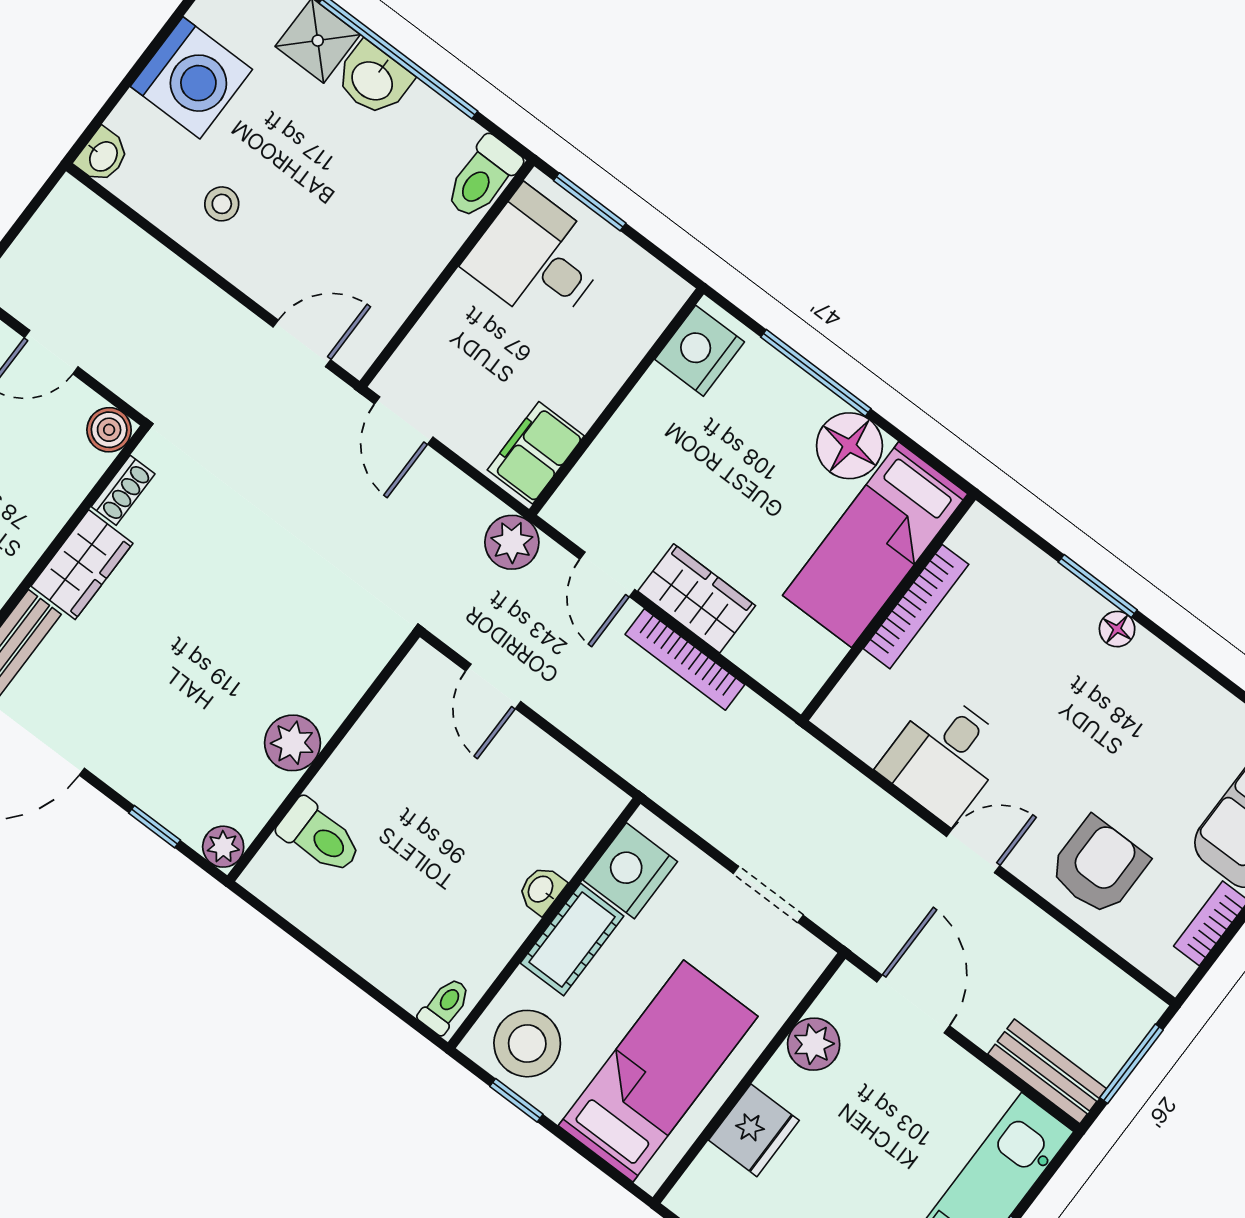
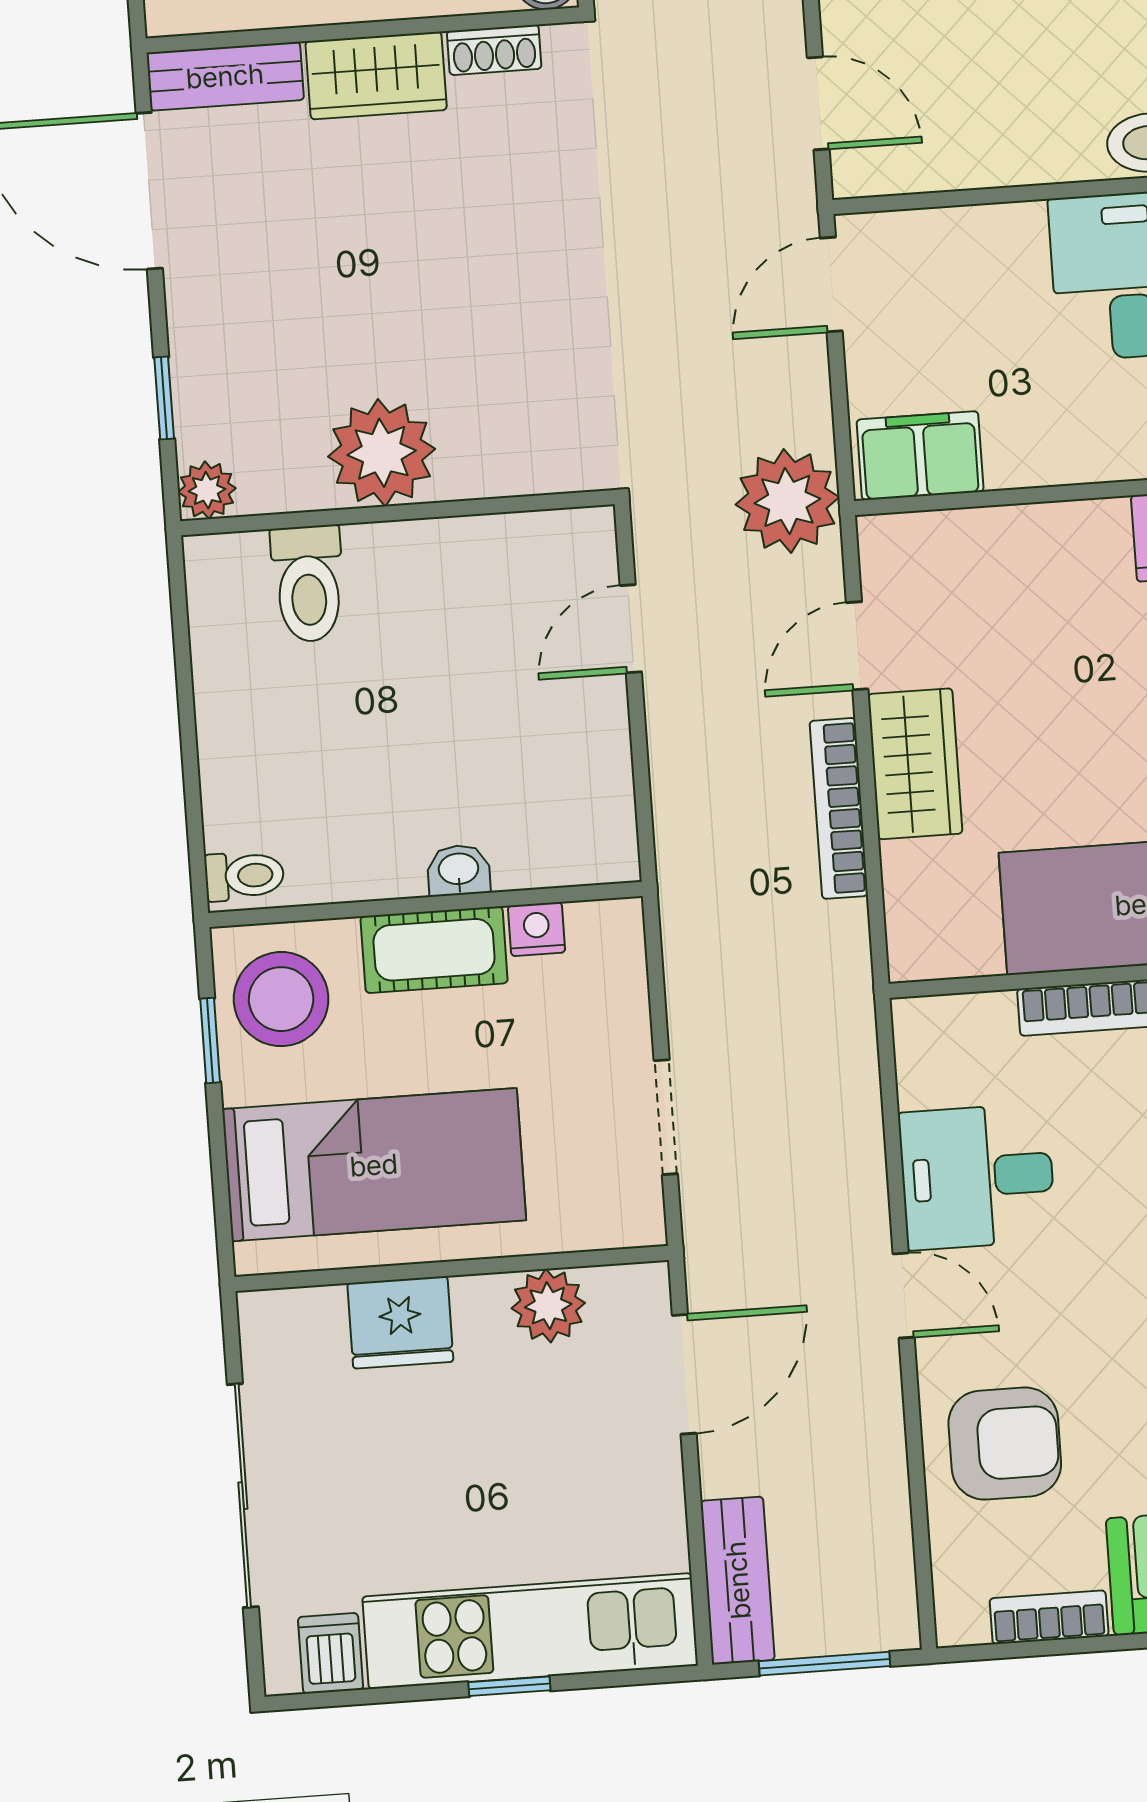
plant: (512, 542) -> (787, 501), width x1.36, depth x1.36
plant: (292, 743) -> (382, 453), width x1.36, depth x1.36
nightstand: (630, 871) -> (537, 929), width x0.53, depth x0.56

